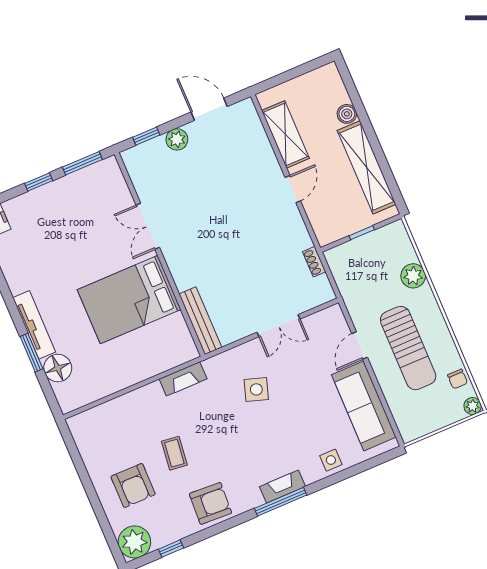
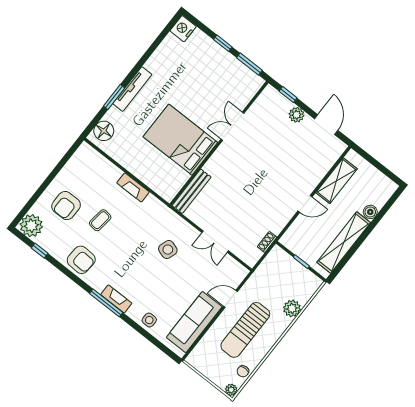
floor lamp: (58, 368) -> (104, 131), moved
fireplace: (183, 379) -> (133, 187), moved

